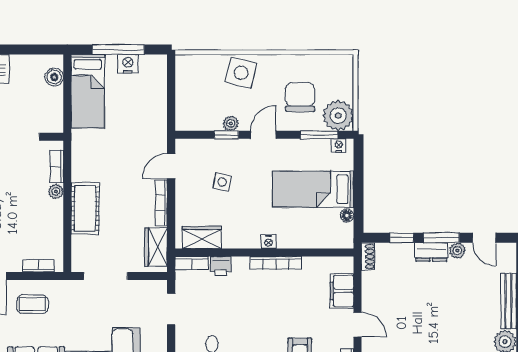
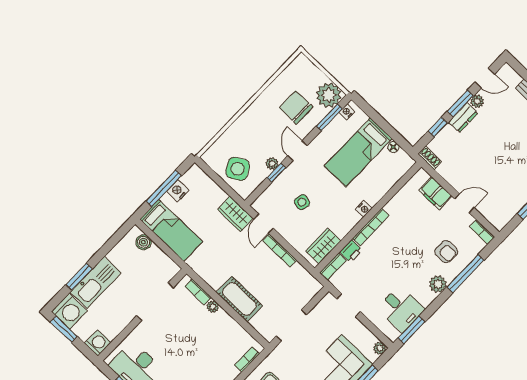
side table: (241, 73) -> (238, 169), moved, turned 45
wardrobe: (156, 247) -> (235, 214), moved
bookcase: (276, 263) -> (371, 227), moved

